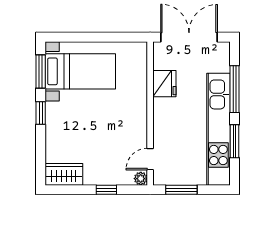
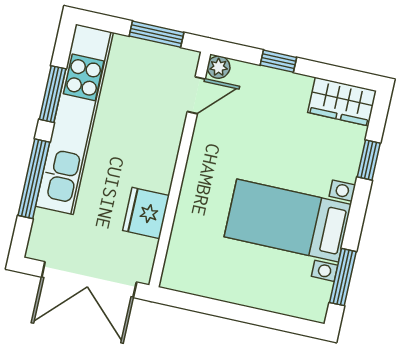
bed with nightstands: (80, 71) -> (288, 221), moved
window: (41, 113) -> (369, 160), moved

